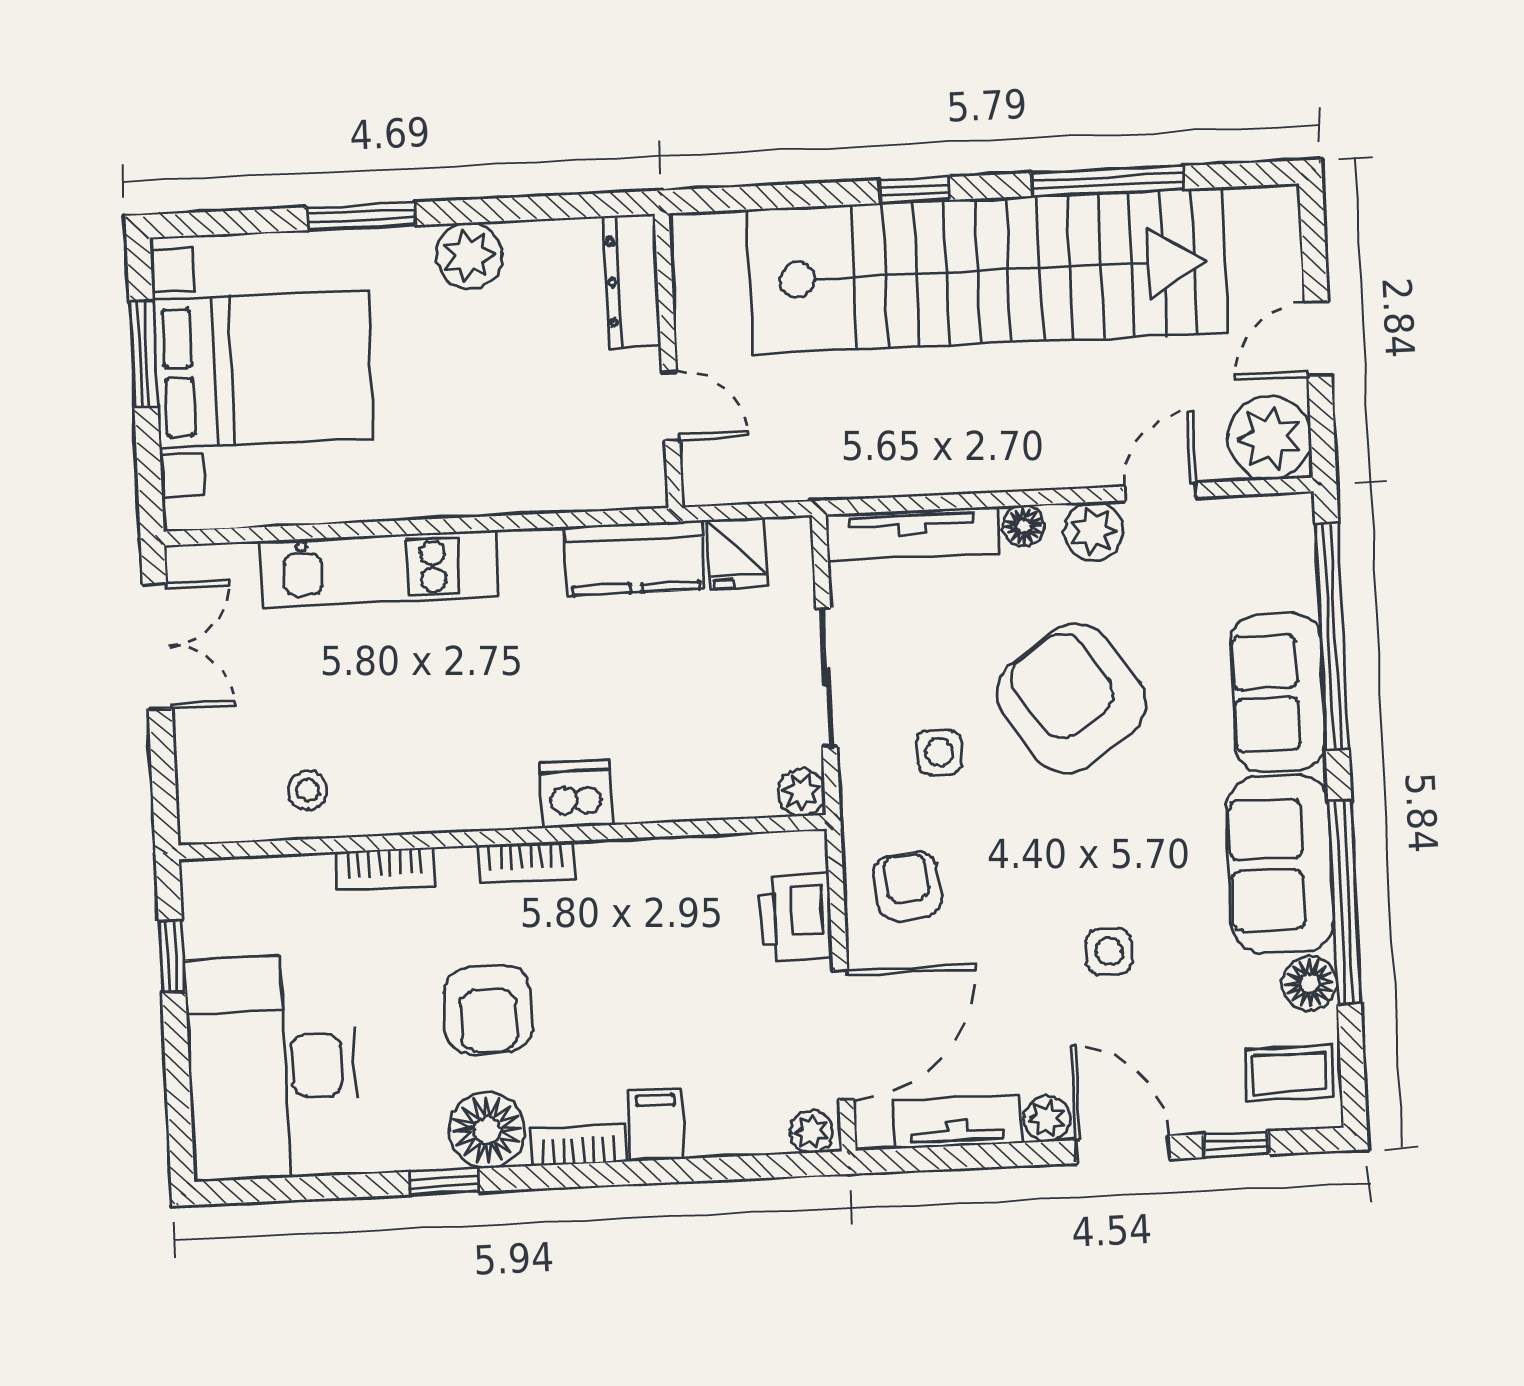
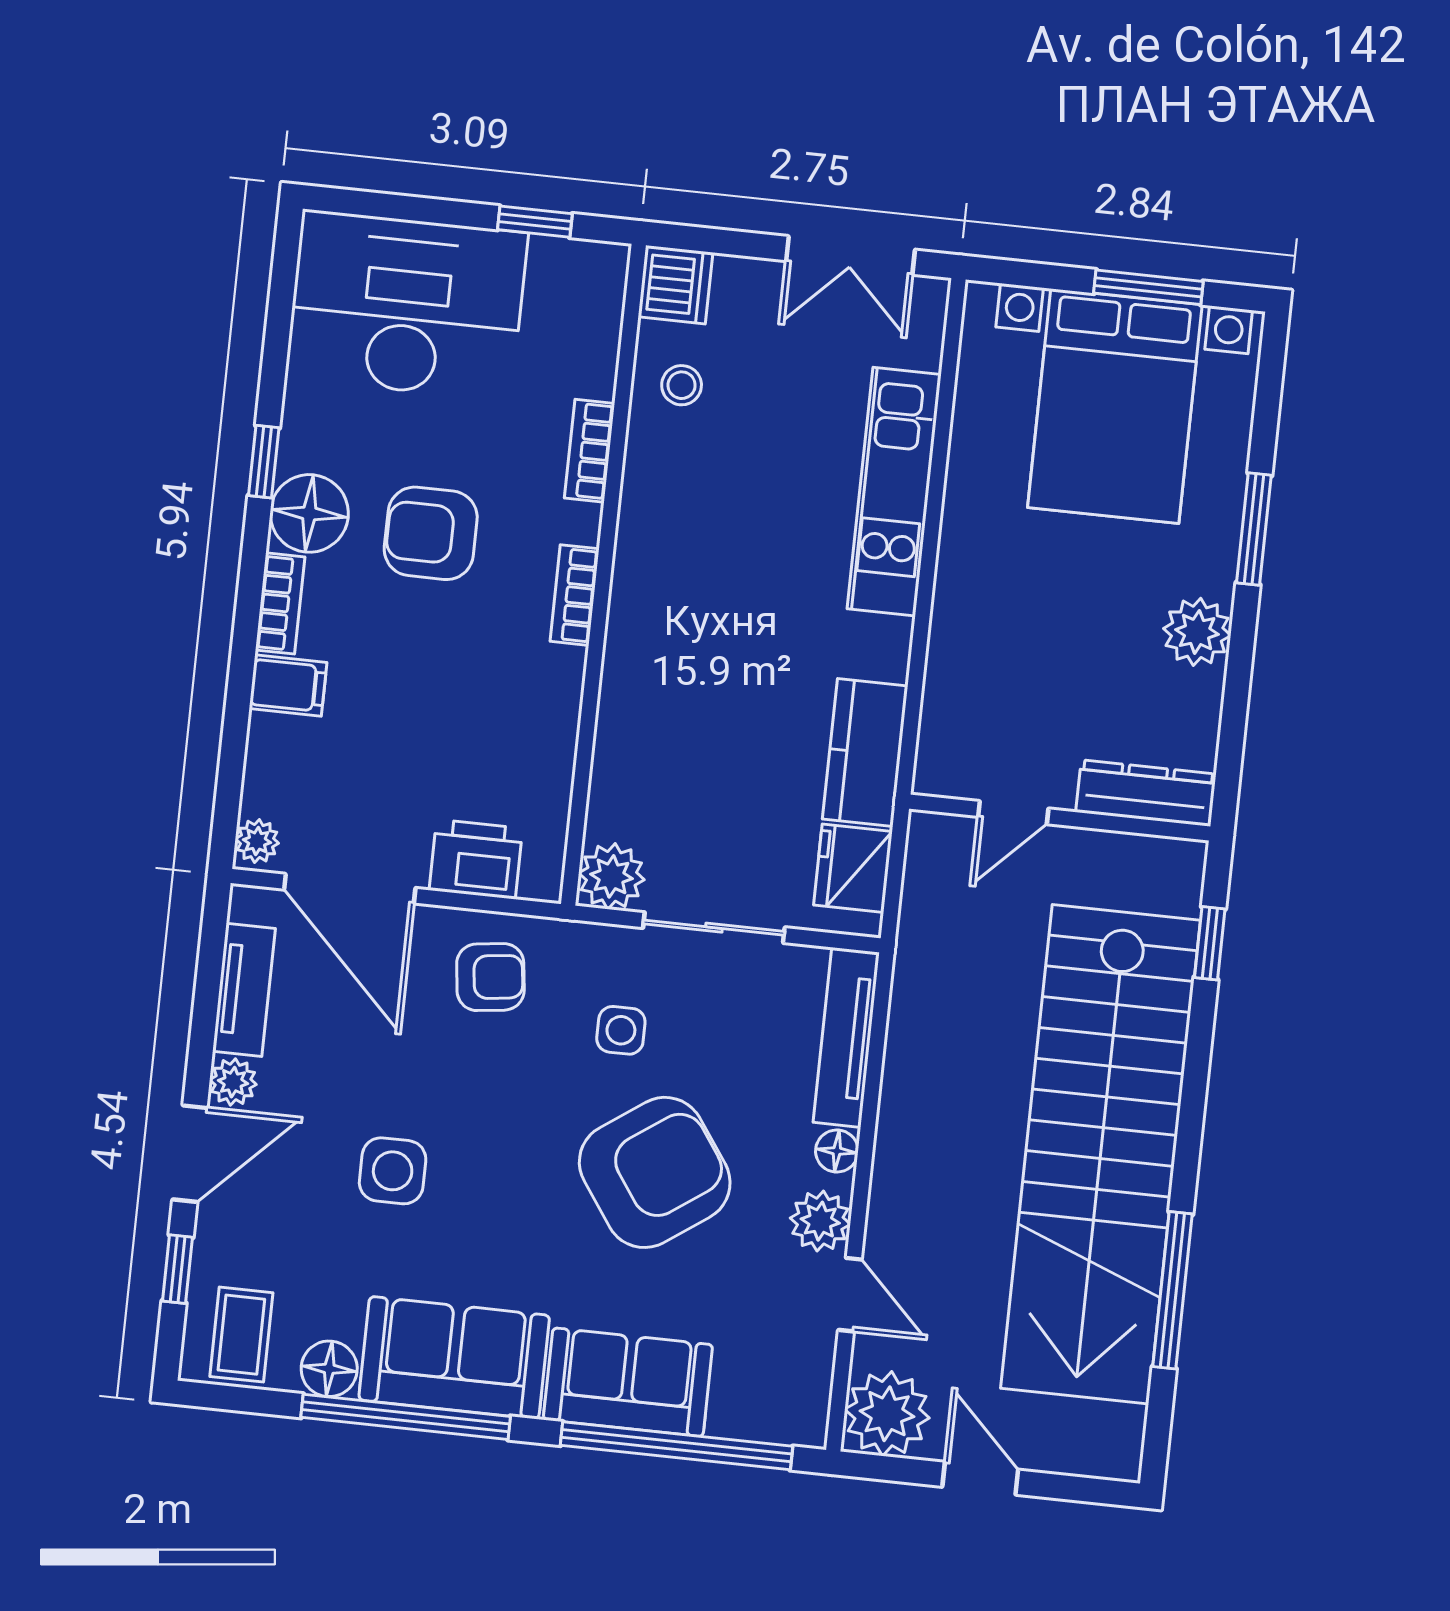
window: (915, 190) -> (1210, 943), moved
fridge: (737, 553) -> (853, 868), width x1.38
plant: (801, 793) -> (611, 876), width x1.38, depth x1.38
dishwasher: (576, 794) -> (675, 285), moved
side table: (1109, 951) -> (393, 1171), width x1.37, depth x1.37

